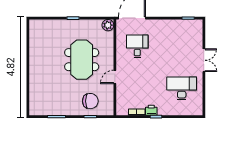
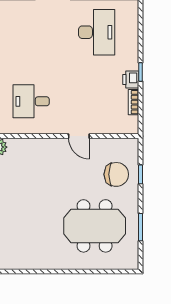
meeting table: (82, 60) -> (95, 226), moved
desk: (182, 88) -> (97, 32), turned 180
chair: (90, 101) -> (116, 174), turned 90

